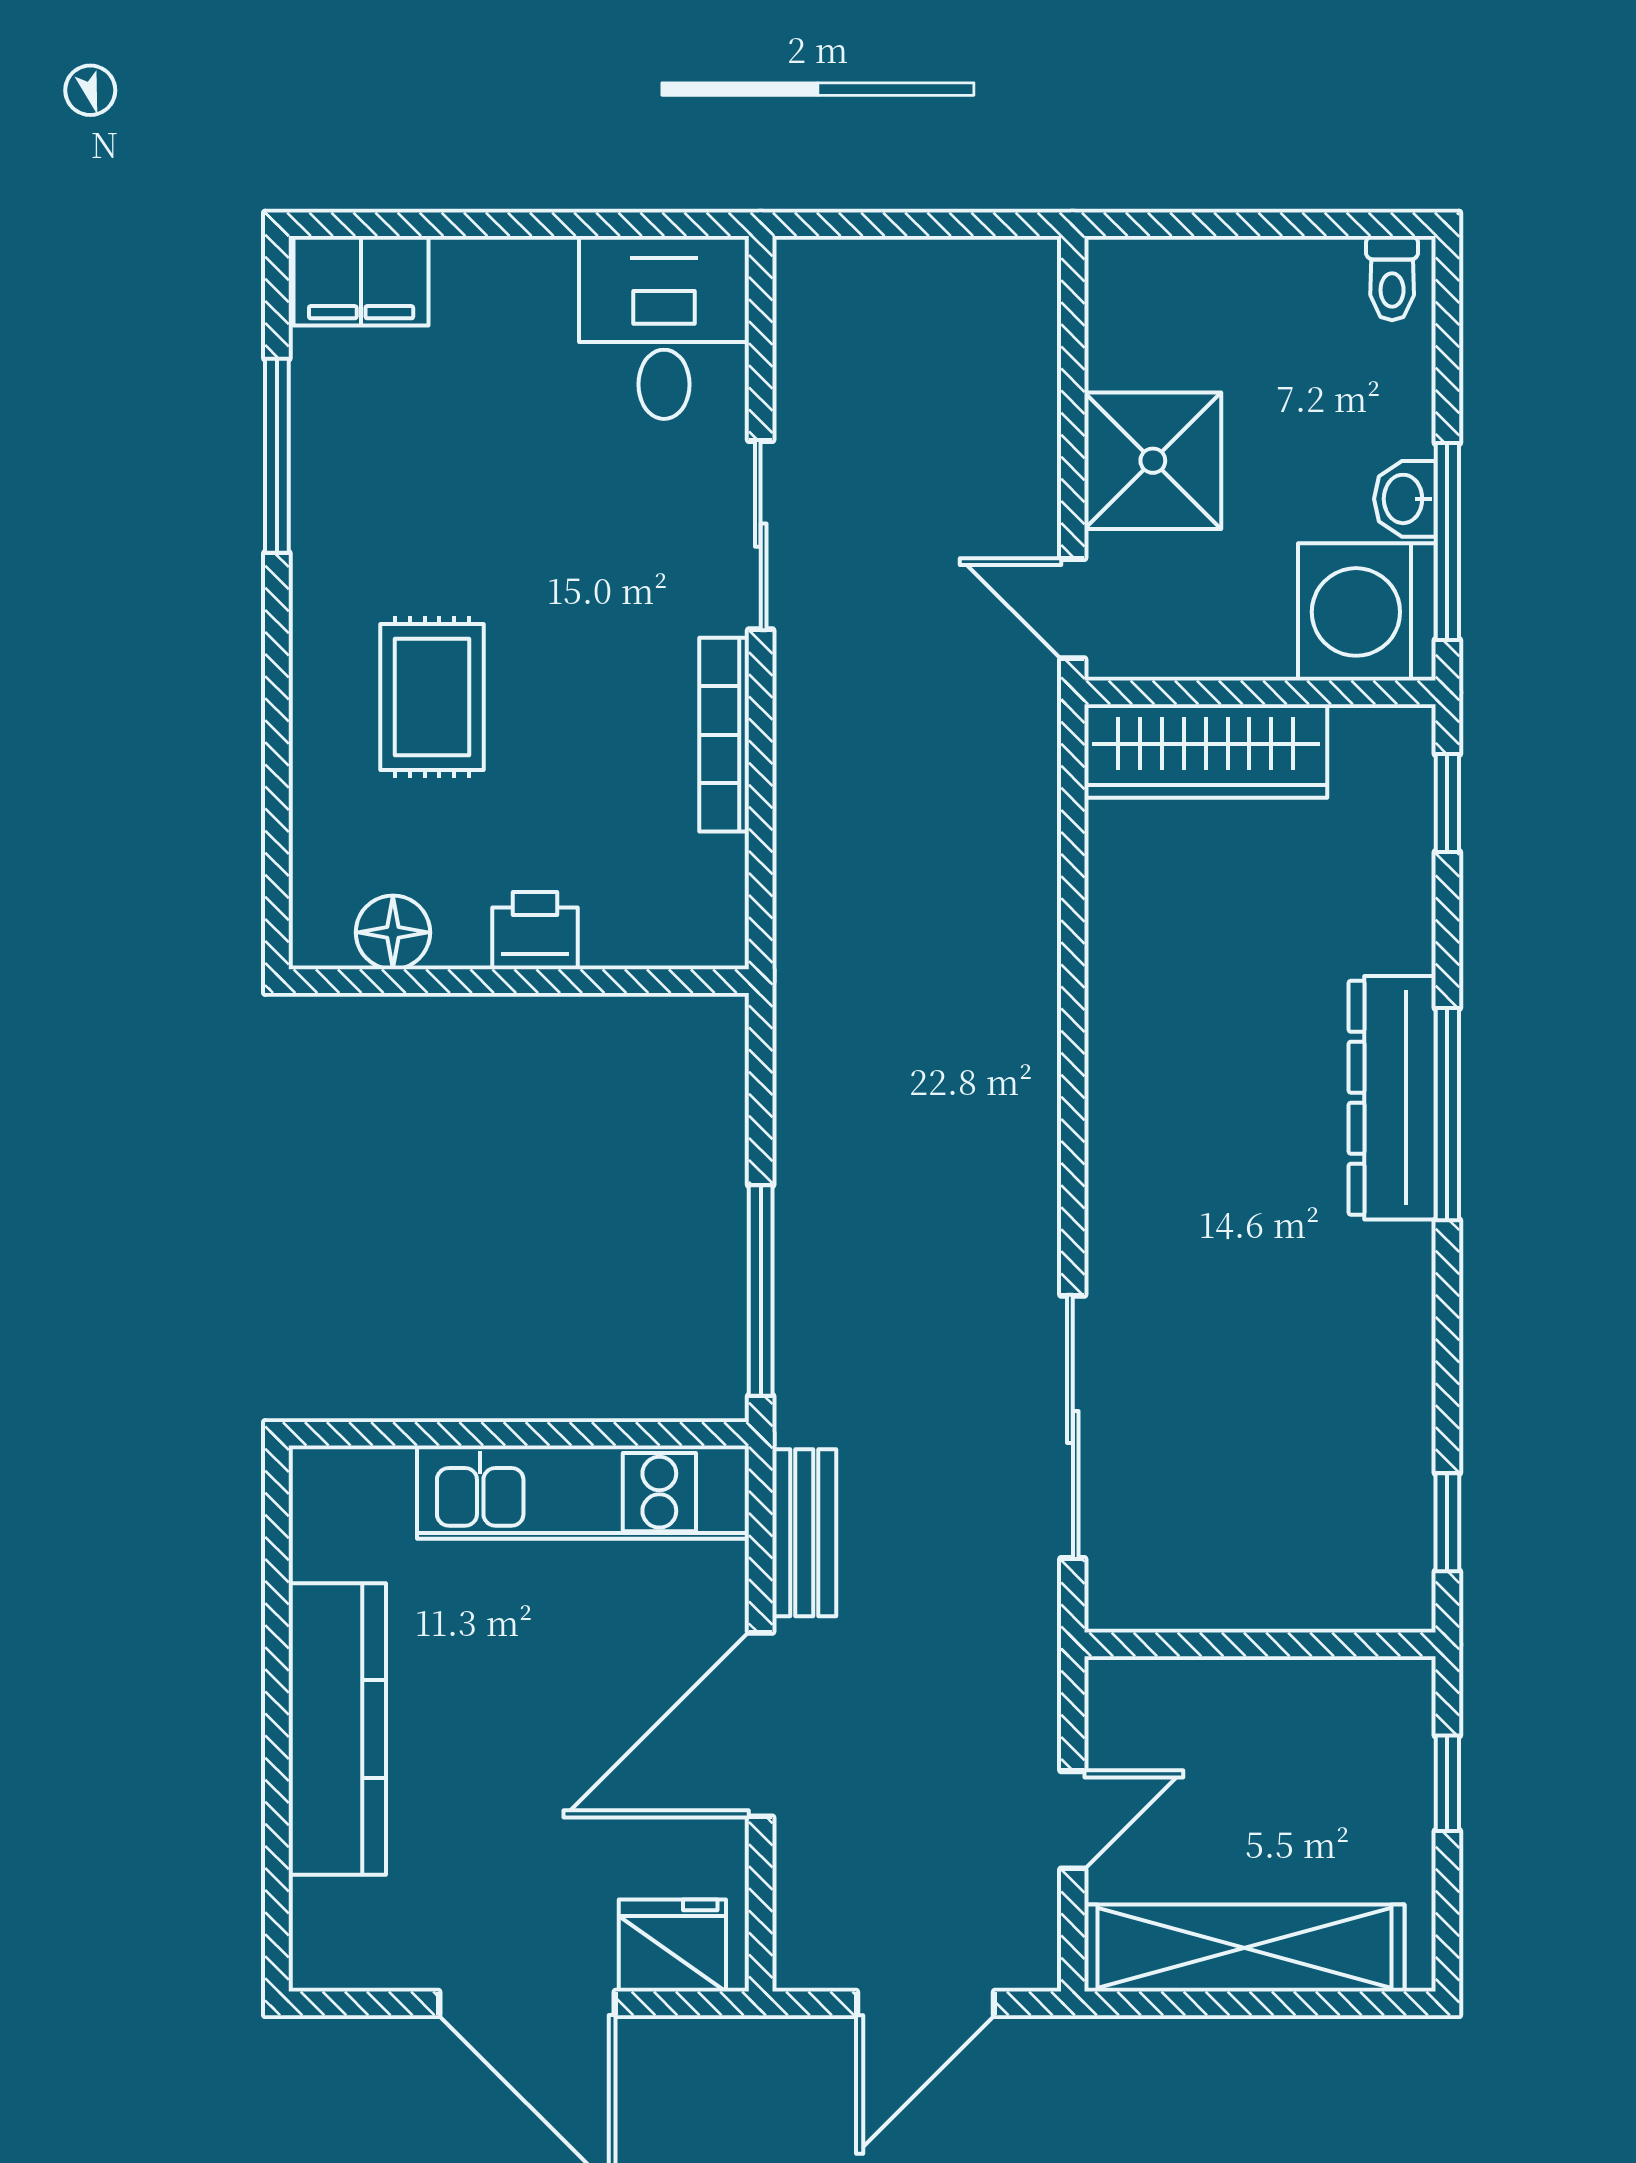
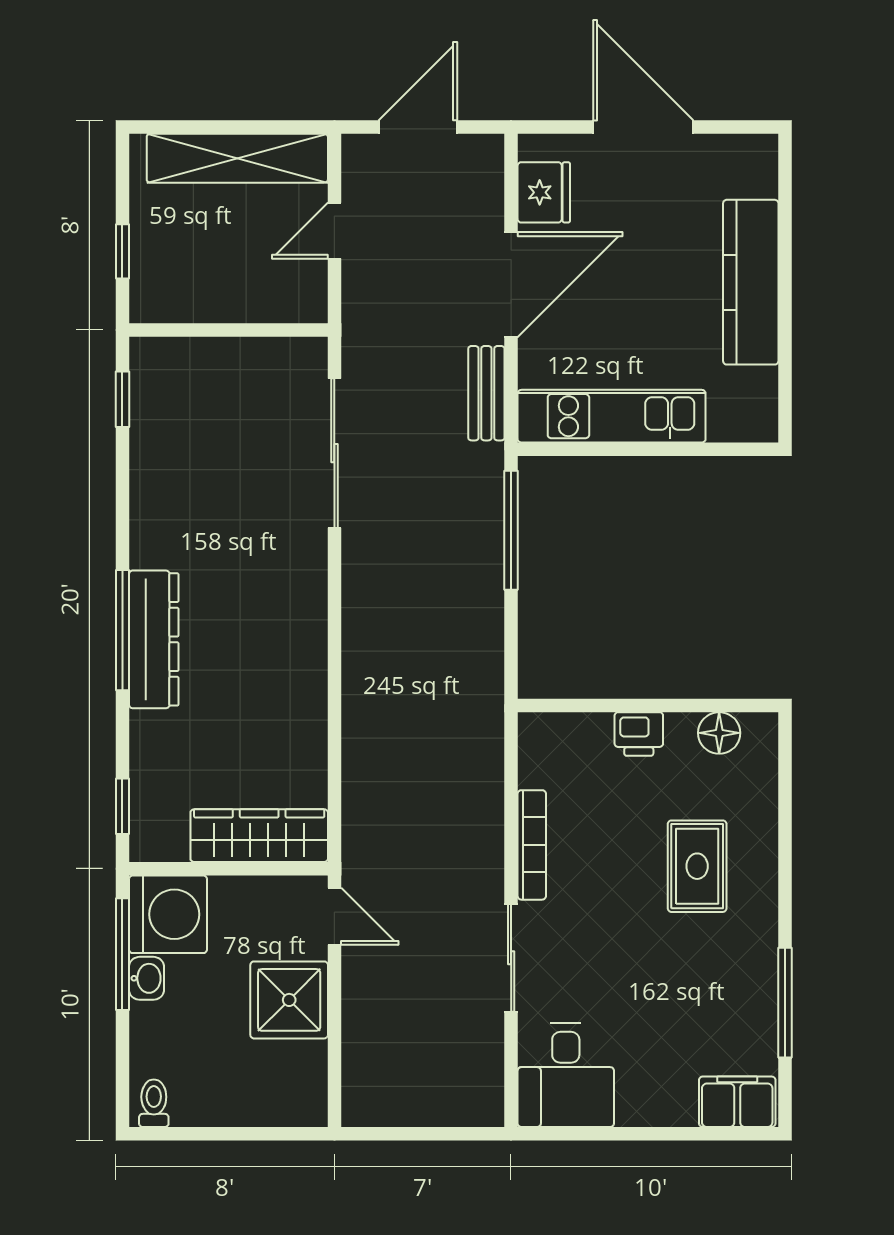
fridge: (672, 1946) -> (544, 192), moved, turned -90

